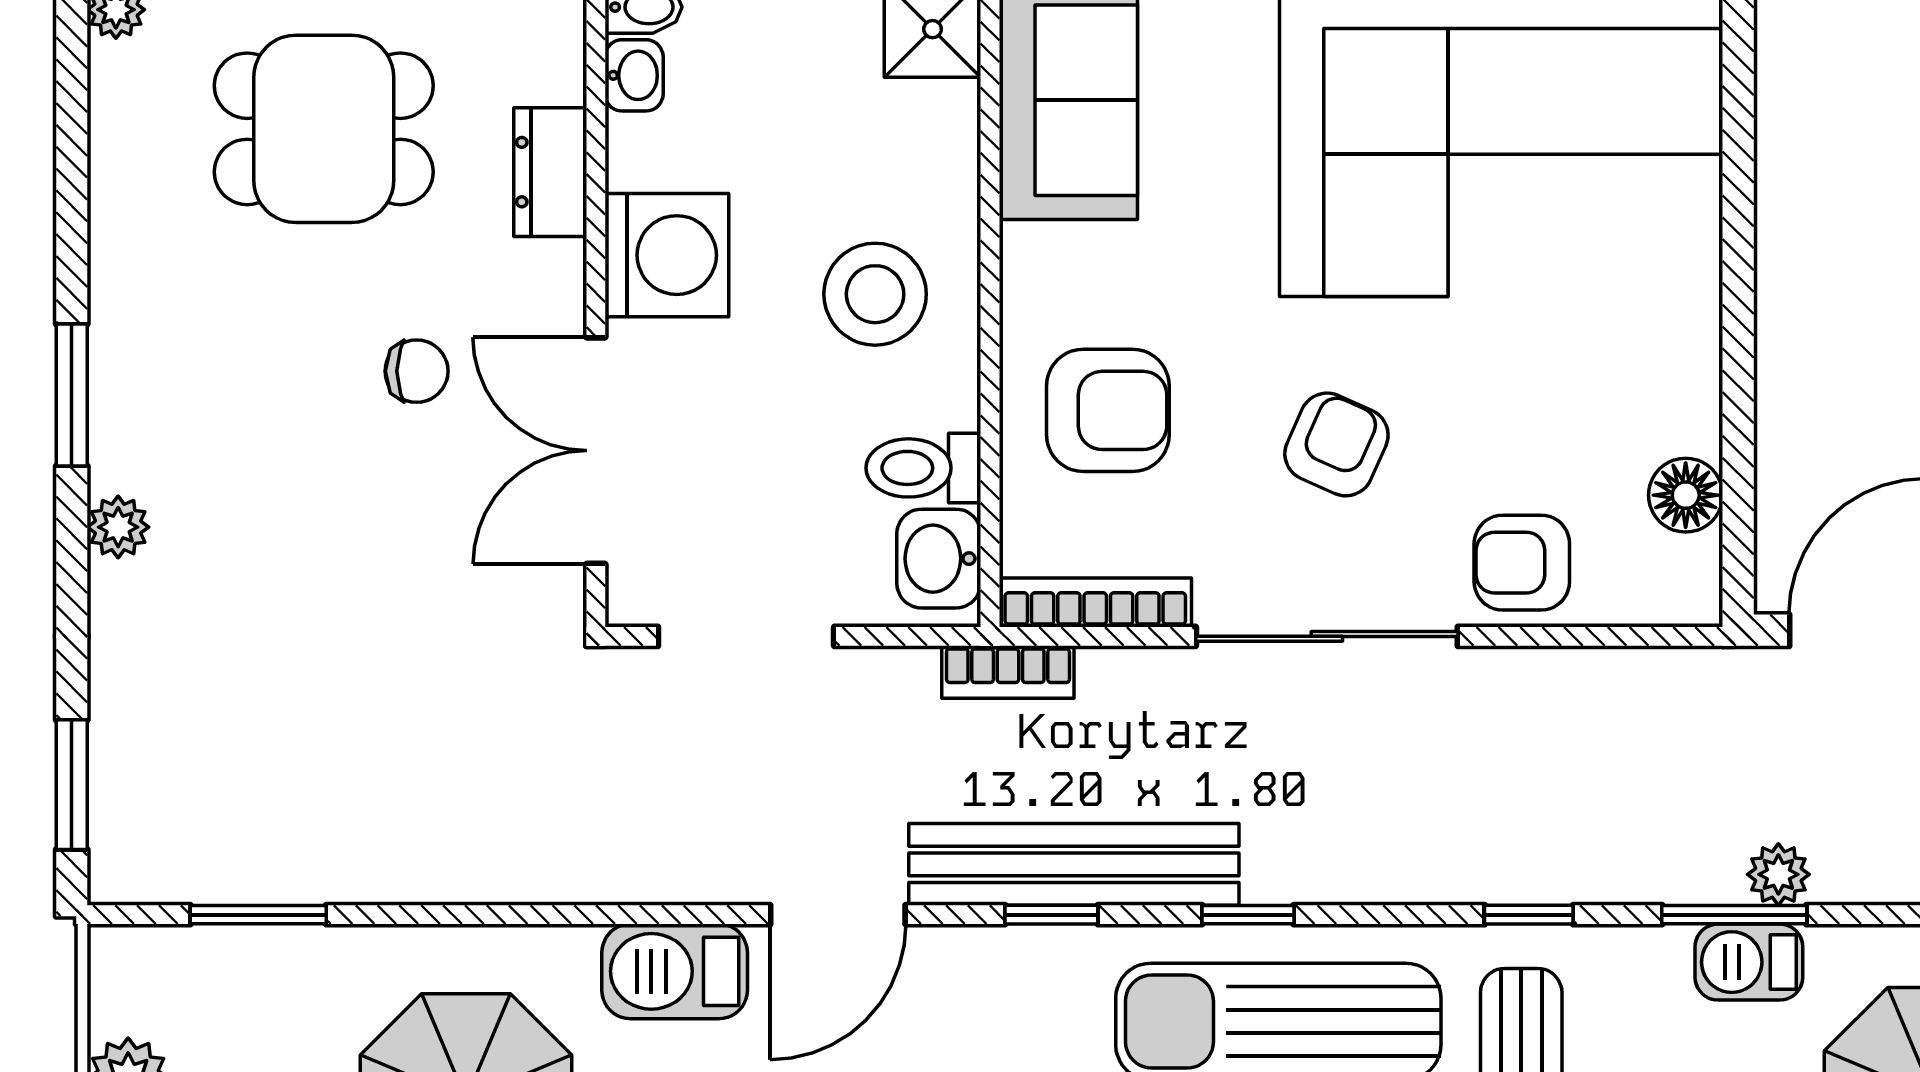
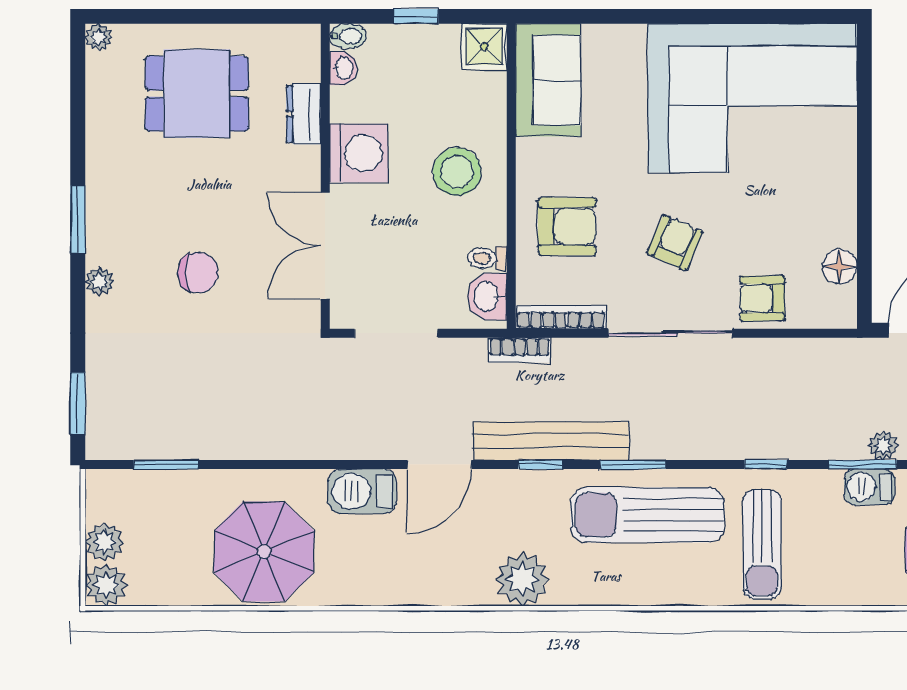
chair: (417, 371) -> (198, 273), moved, width x1.37, depth x1.37
toilet: (923, 468) -> (487, 258), width x0.73, depth x0.72
window: (1248, 915) -> (633, 464), width x1.50

